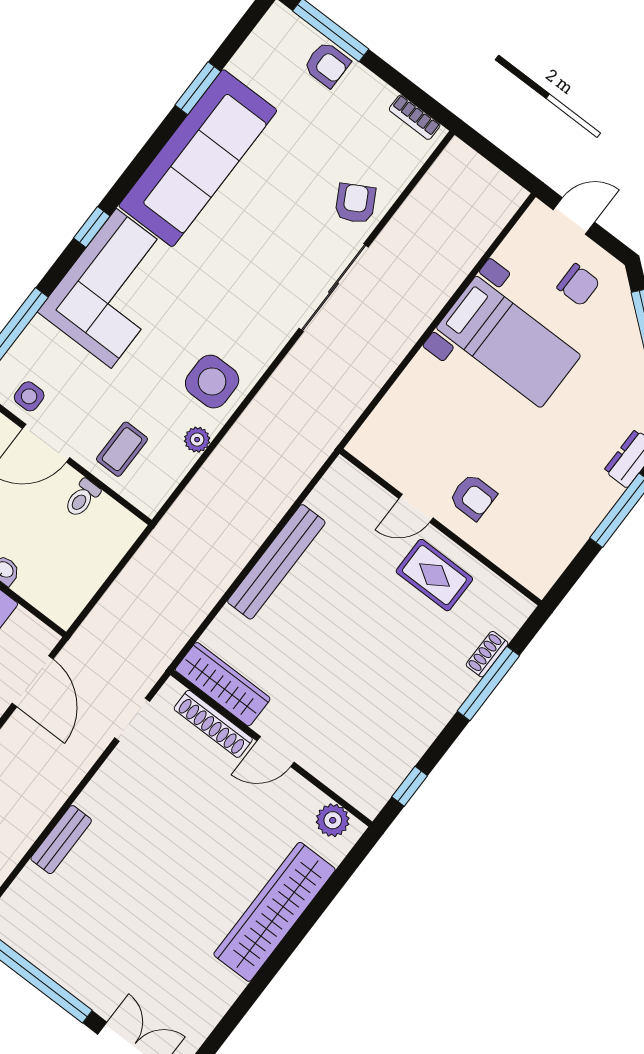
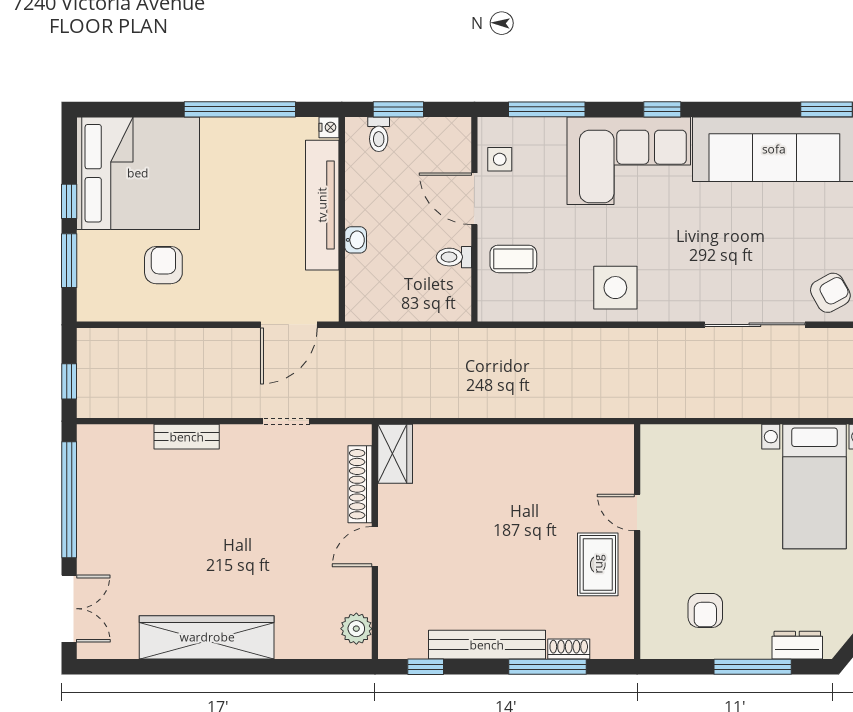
plant: (197, 440) -> (563, 310), removed
armchair: (473, 497) -> (705, 610), moved
bench: (276, 562) -> (487, 645), moved
wardrobe: (223, 684) -> (395, 454), width x0.67
doorway: (132, 720) -> (286, 421), moved
door: (275, 752) -> (375, 547), hinge flipped
wardrobe: (274, 912) -> (207, 637), moved

